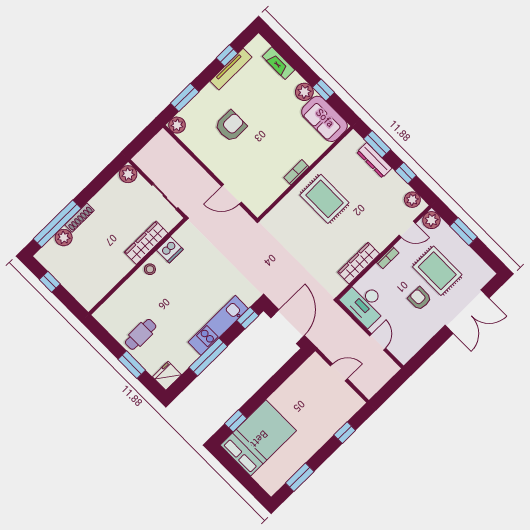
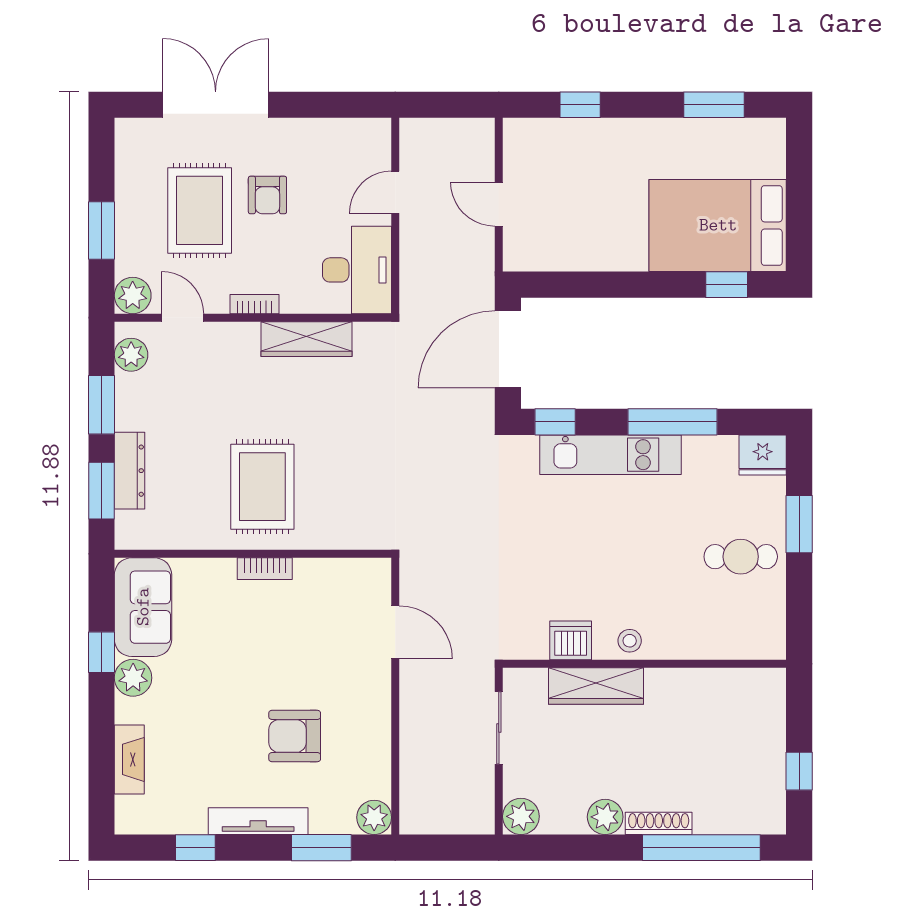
tv unit: (231, 69) -> (258, 821), moved
window: (406, 173) -> (101, 405), width x1.50
plant: (64, 238) -> (605, 817), moved

